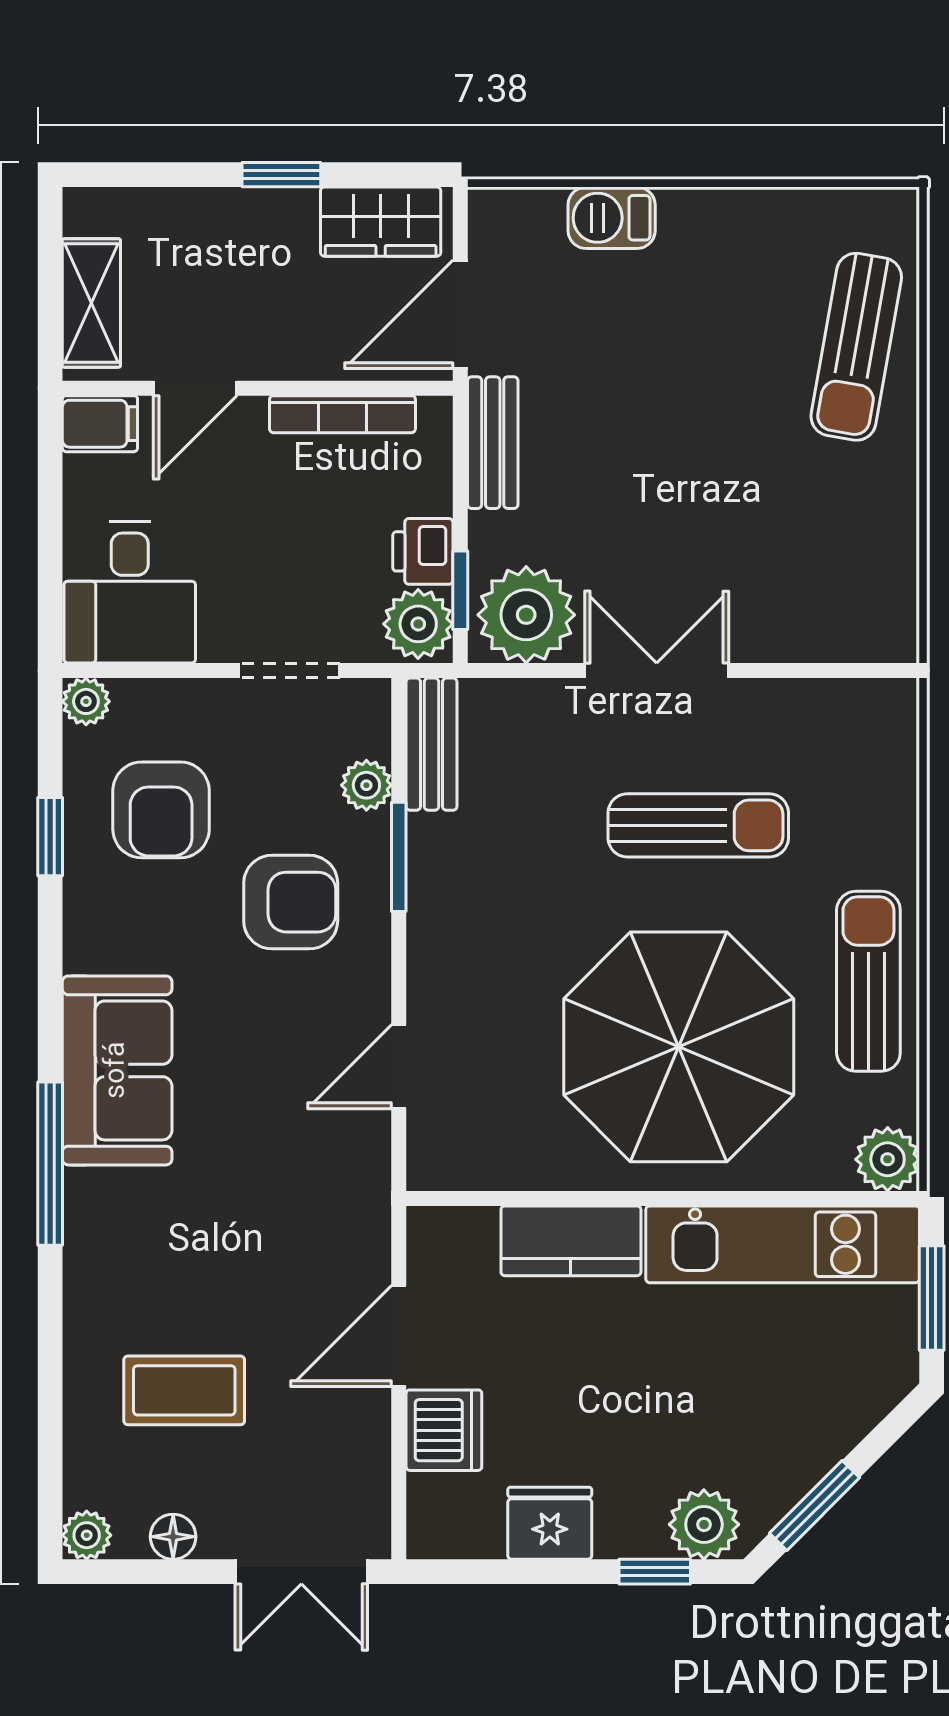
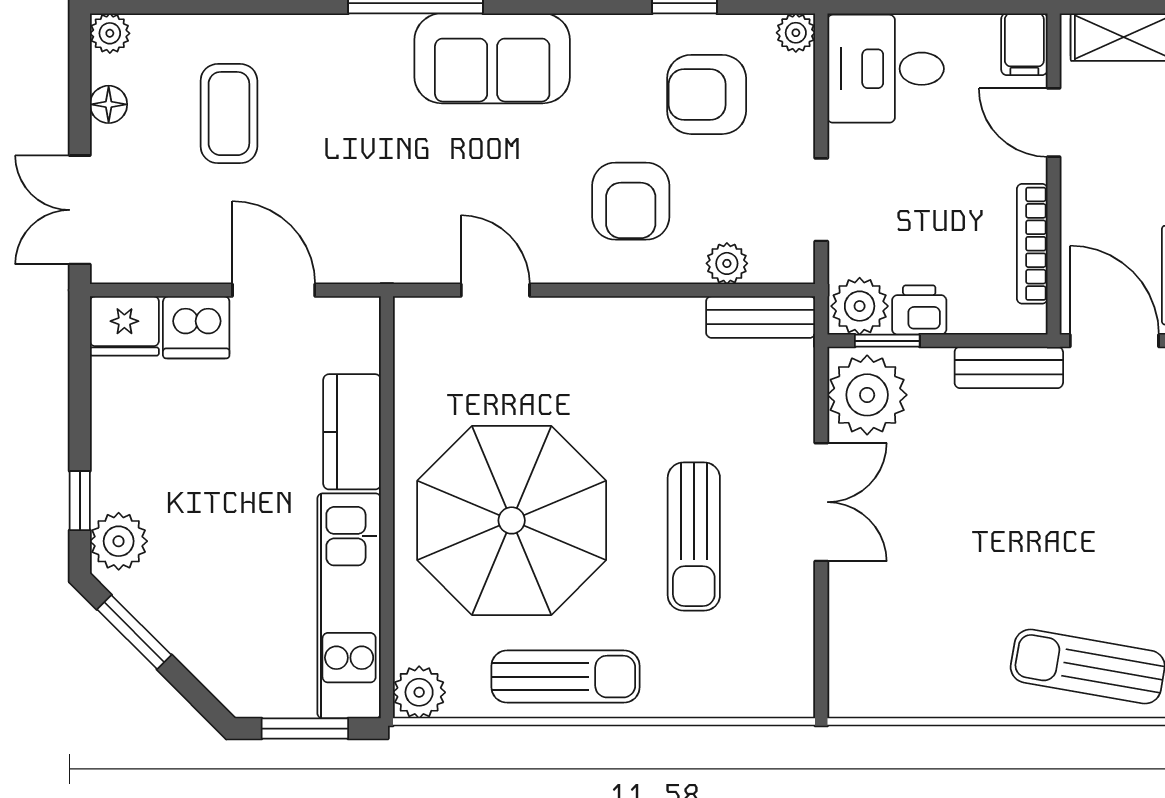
window: (399, 857) -> (668, 290), removed
fridge: (550, 1523) -> (124, 326), moved, turned 90

